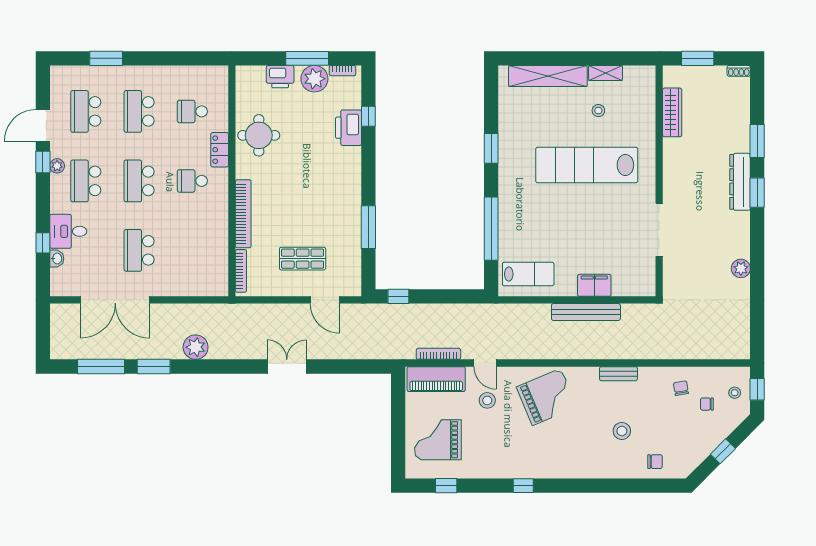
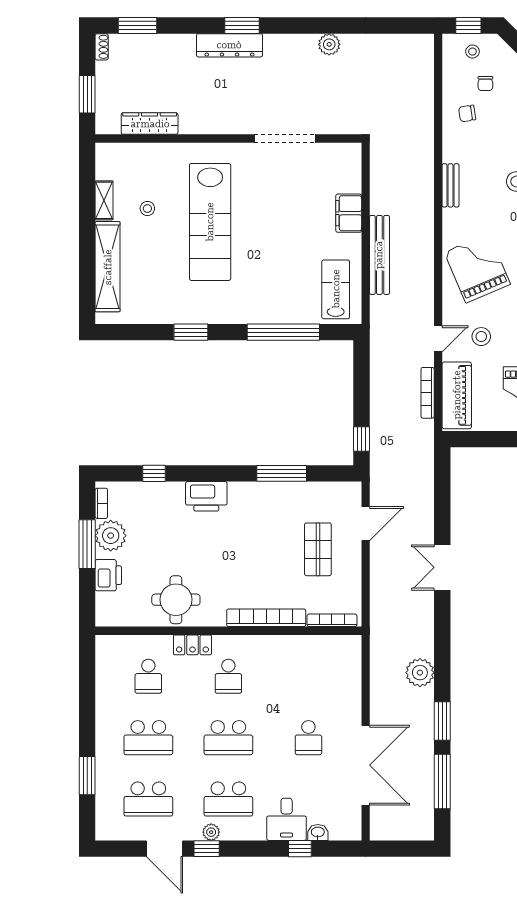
printer: (349, 128) -> (206, 496), moved
window: (757, 141) -> (137, 26), moved
school desk: (139, 250) -> (308, 738), width x0.54
bench: (586, 312) -> (379, 255), moved

